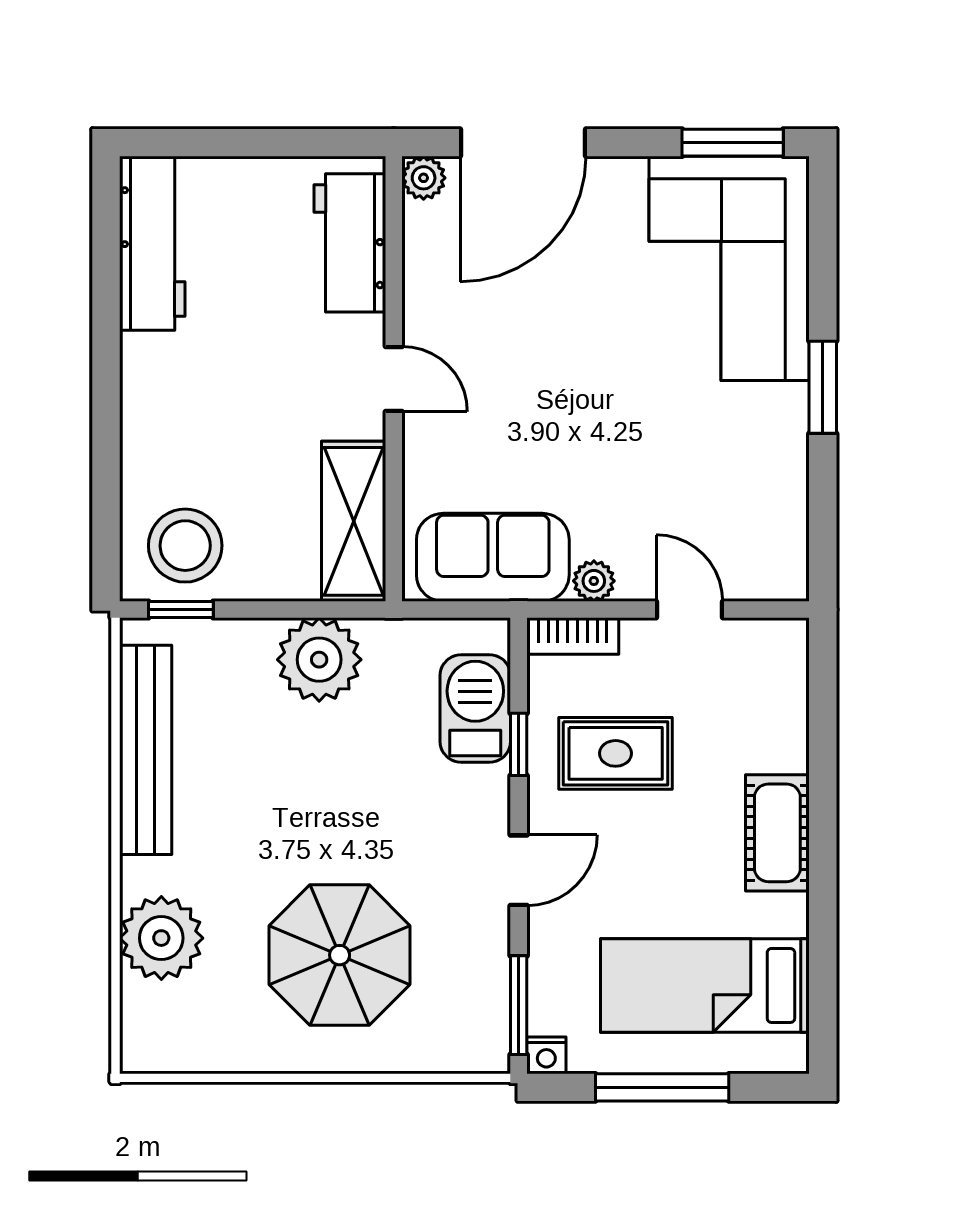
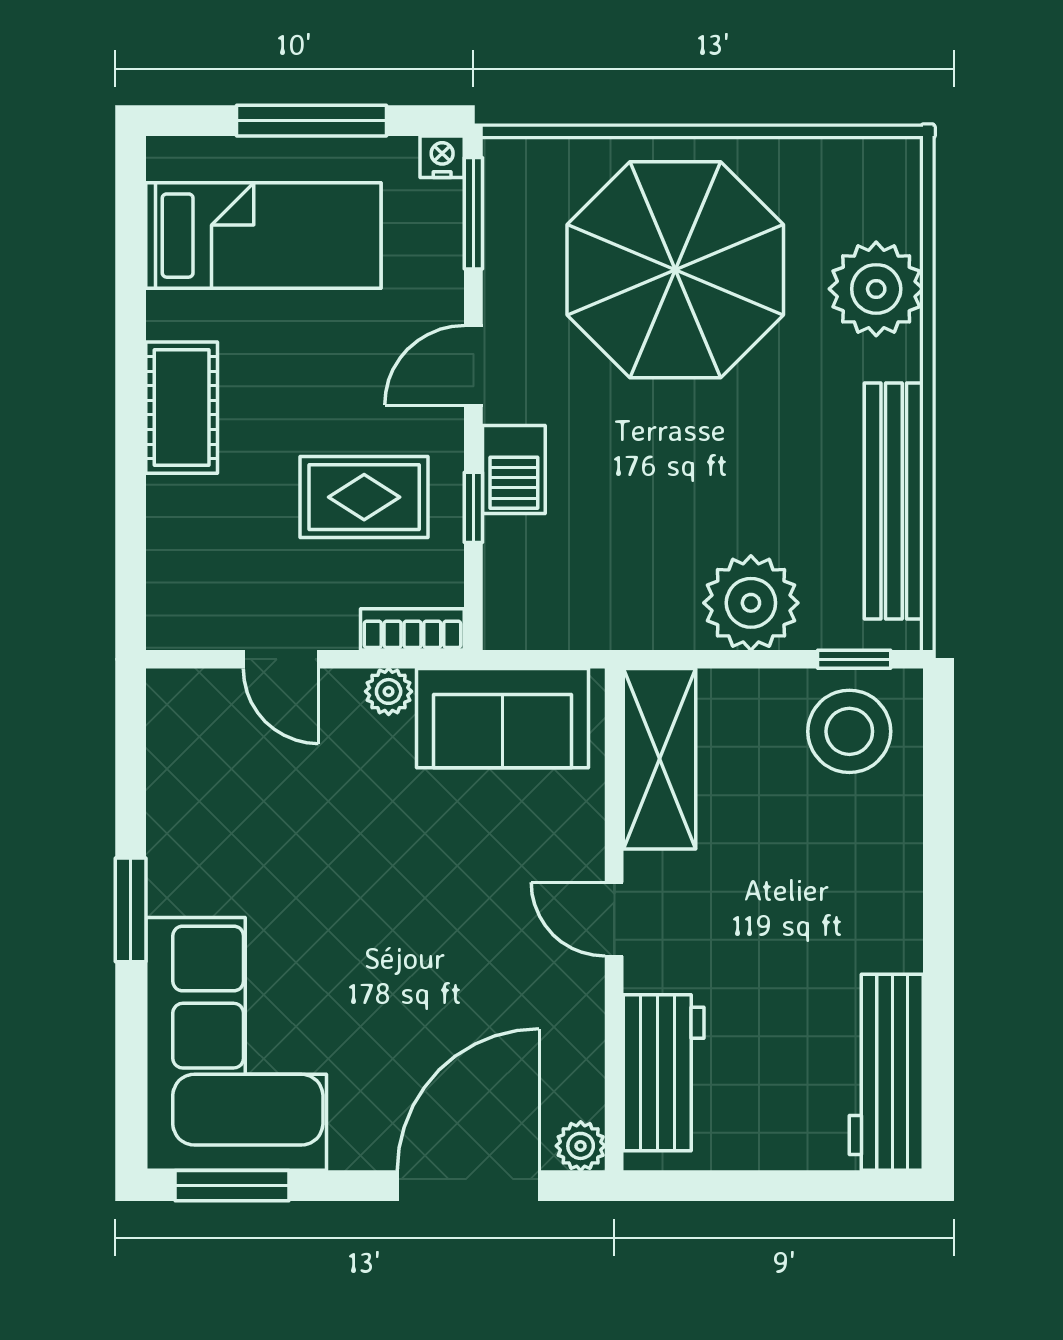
plant: (319, 660) -> (751, 603), moved
barbecue: (475, 708) -> (514, 469), moved, width x0.73, depth x0.79
parasol: (340, 955) -> (675, 270), width x1.36, depth x1.36

